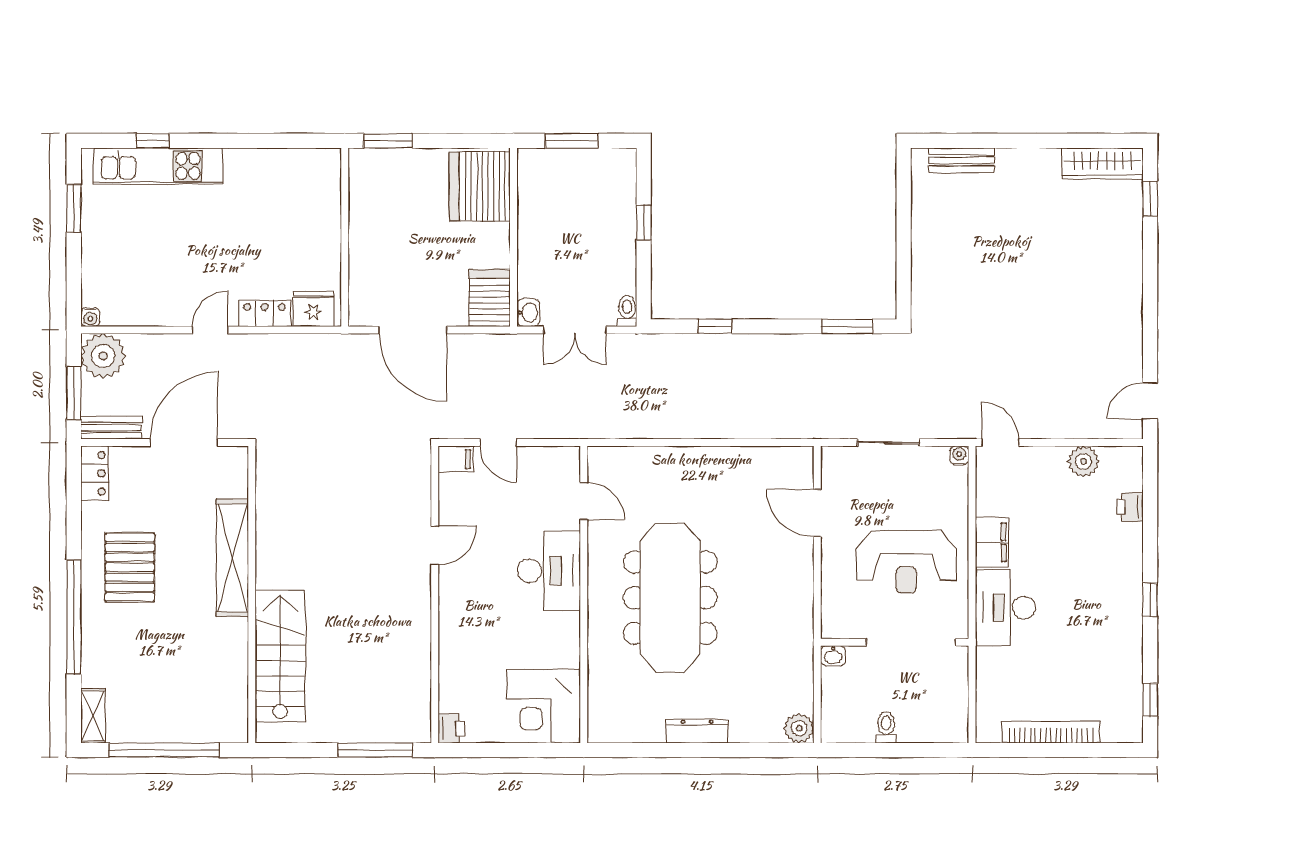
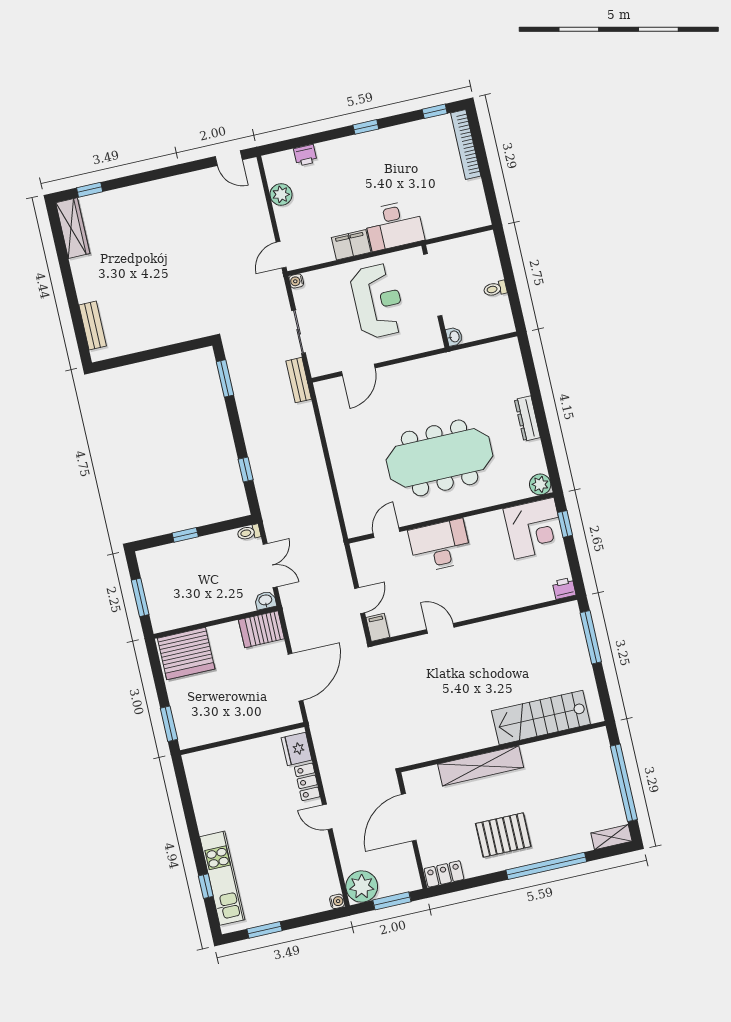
bench: (111, 428) -> (299, 380), moved
door: (184, 443) -> (409, 817), hinge flipped
plant: (799, 728) -> (540, 484), moved
bookcase: (1051, 732) -> (466, 145), moved
window: (540, 750) -> (565, 524), added

